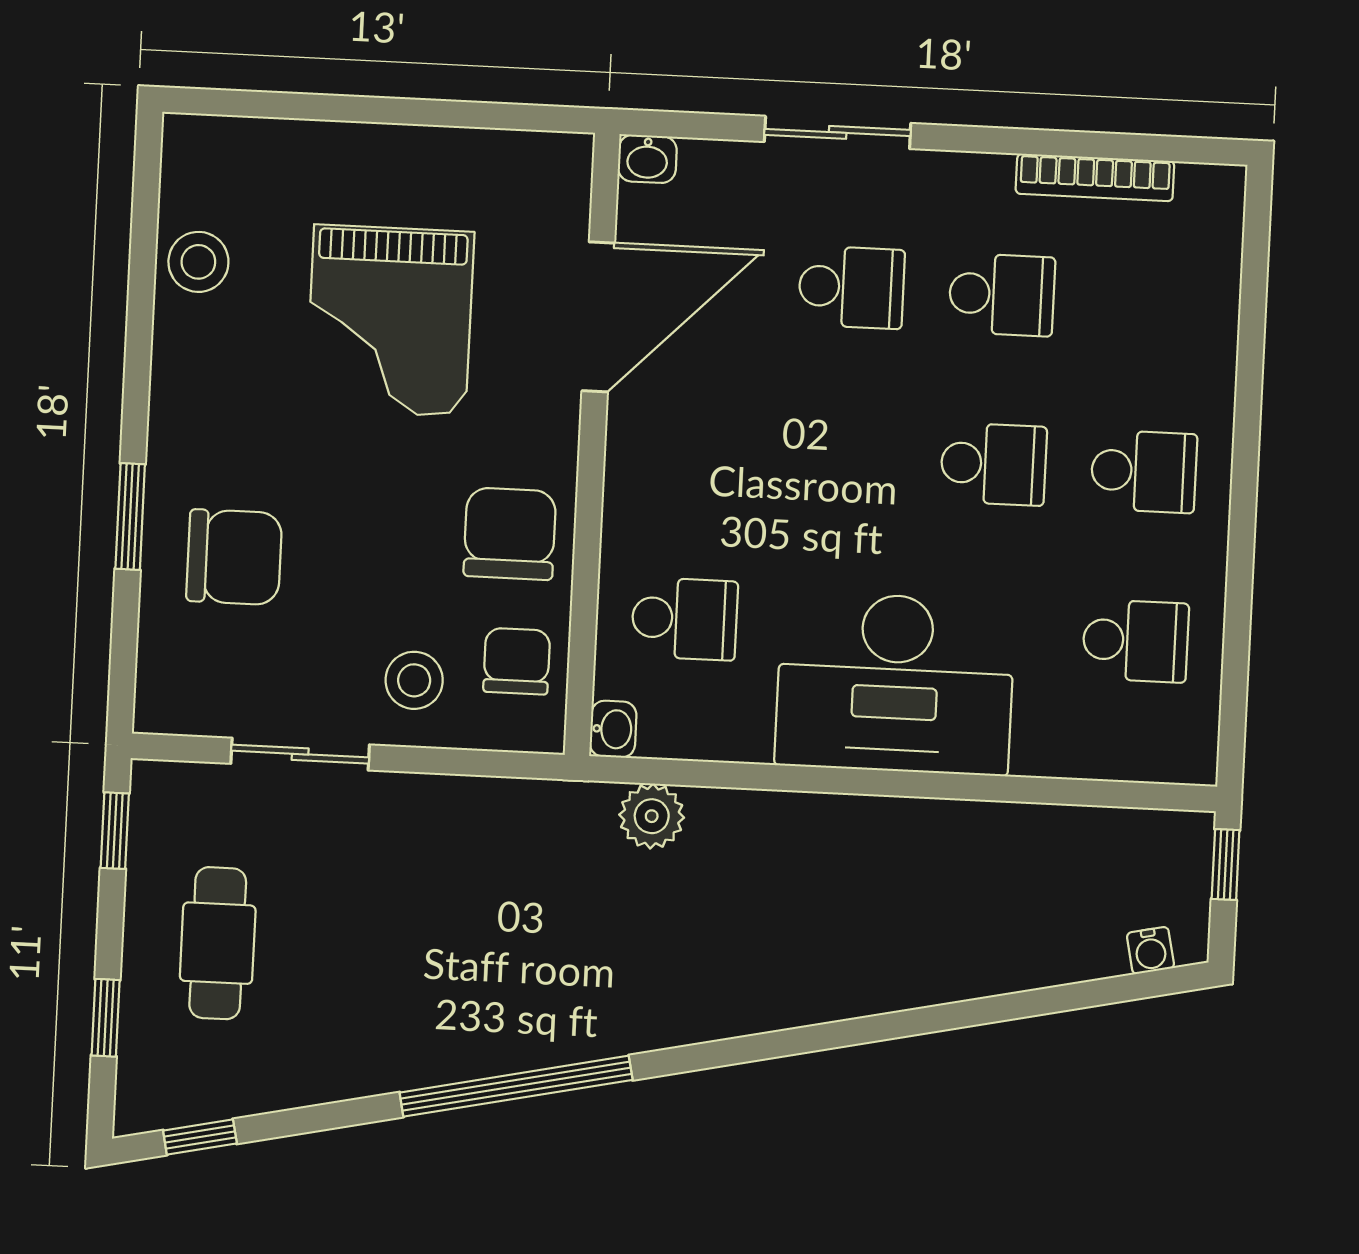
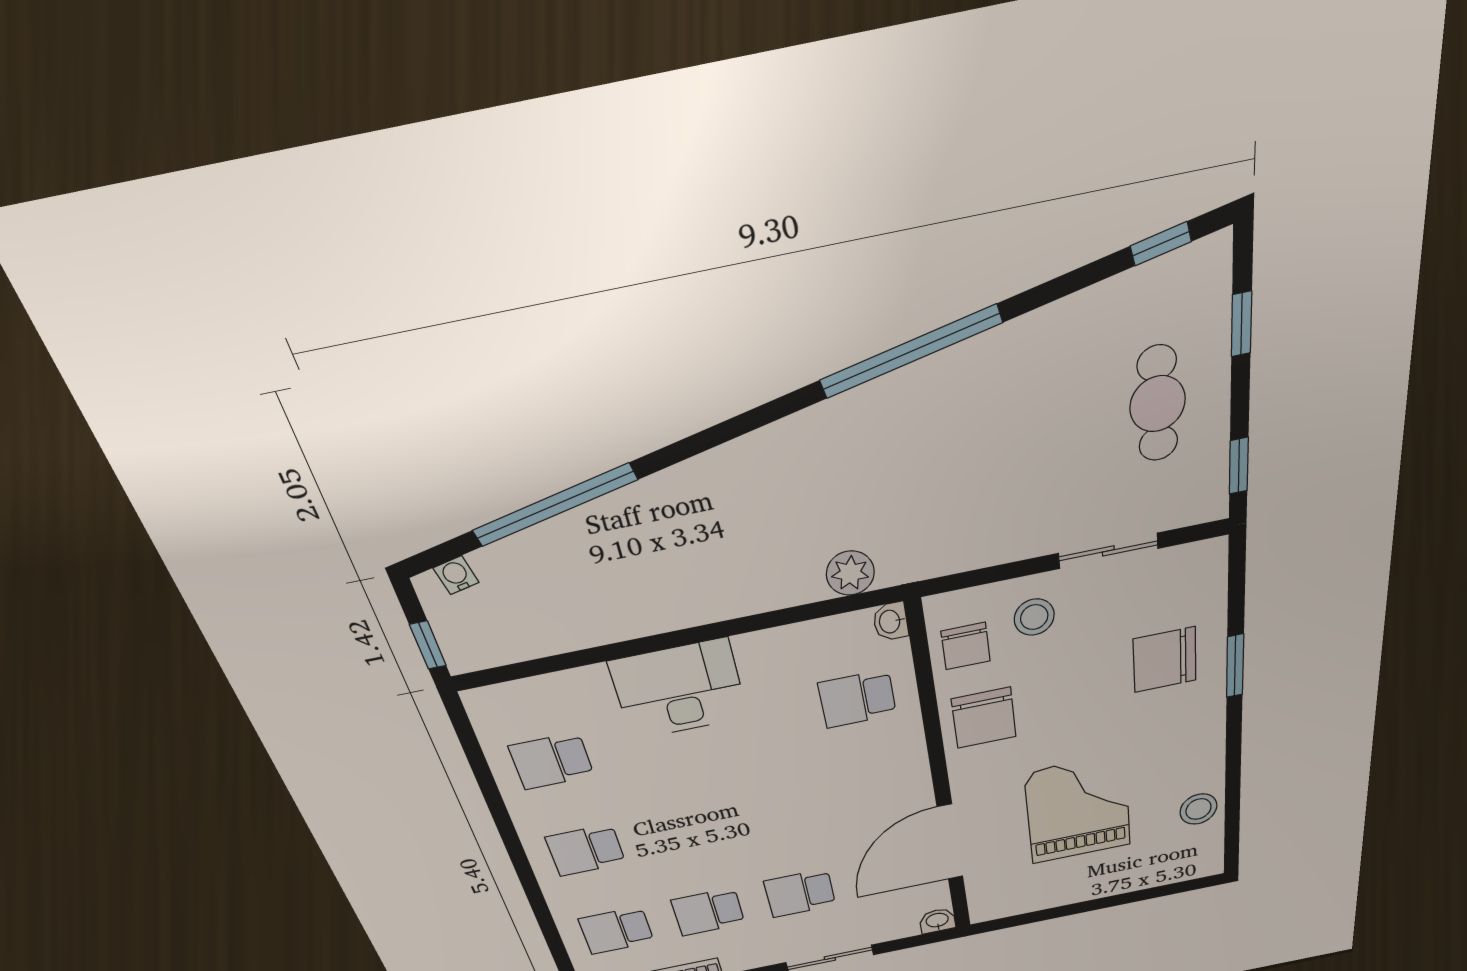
school desk: (994, 464) -> (616, 930), moved
desk: (895, 683) -> (679, 689), width x0.73, depth x0.77
window: (996, 1009) -> (555, 505), added

